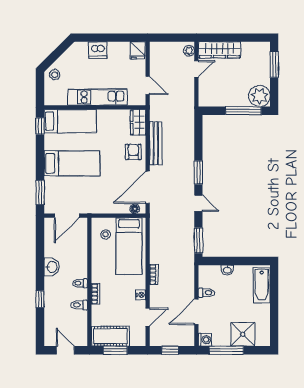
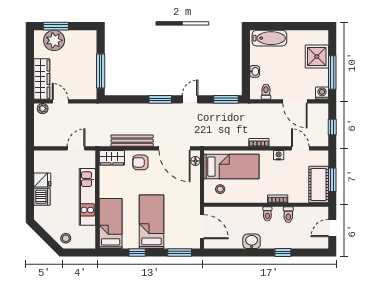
fridge: (137, 50) -> (42, 180), moved
plant: (259, 96) -> (54, 40), moved
window: (243, 111) -> (101, 71), moved
window: (40, 126) -> (137, 252), moved
toilet: (206, 293) -> (266, 92), moved

